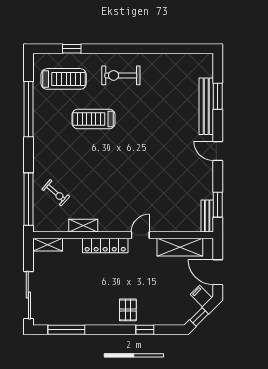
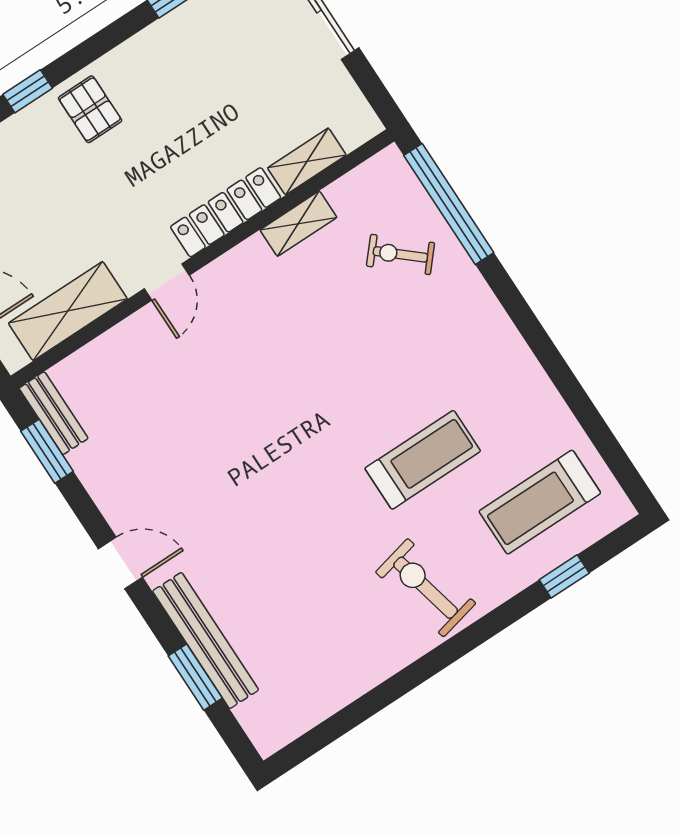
exercise bike: (121, 75) -> (426, 588), turned -103
window: (28, 109) -> (572, 391), removed
shelving: (48, 245) -> (307, 161), moved

